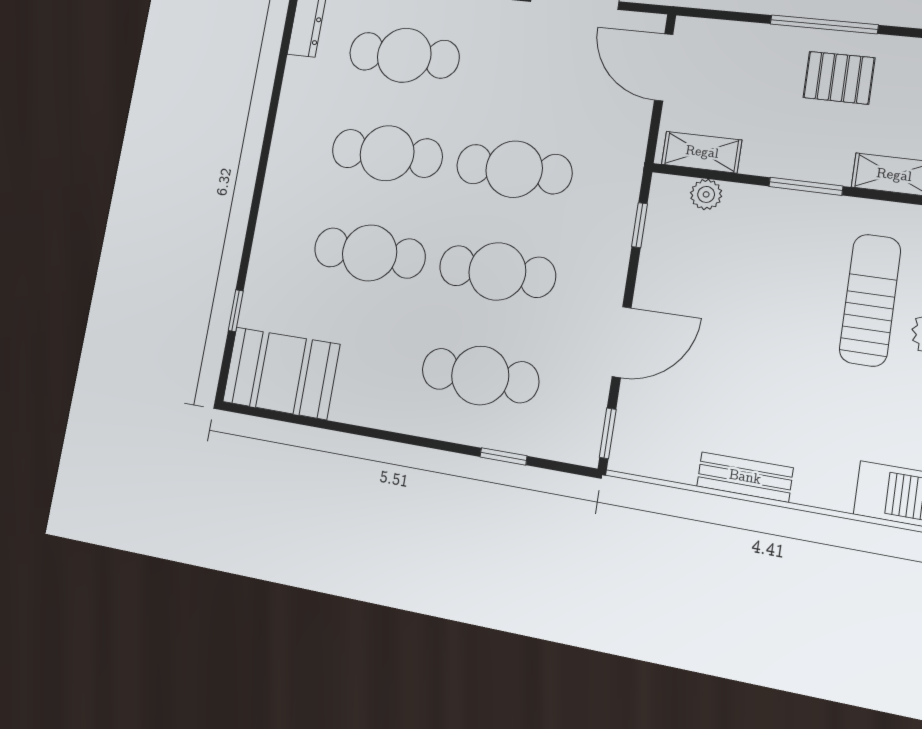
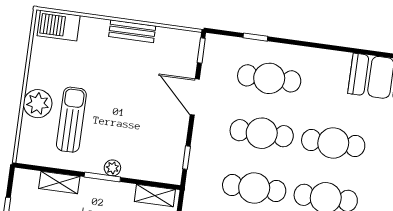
plant: (706, 194) -> (112, 168), moved
sun lounger: (870, 300) -> (71, 120), turned 180
door: (622, 342) -> (195, 97), hinge flipped

